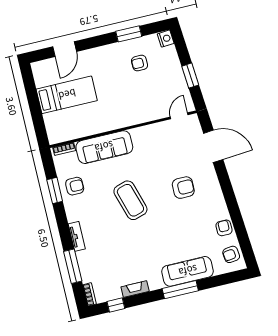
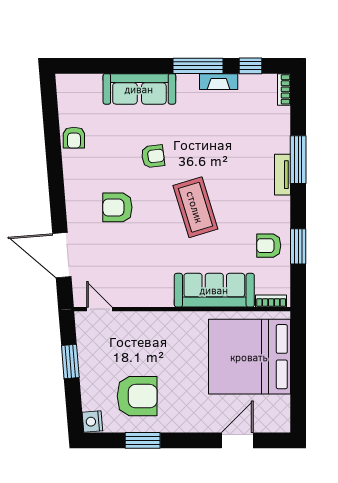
armchair: (139, 63) -> (137, 396), width x1.88, depth x1.88
bed: (67, 95) -> (249, 357), width x2.04
door: (179, 116) -> (99, 309), swing flipped
armchair: (231, 254) -> (153, 156), moved
window: (73, 266) -> (298, 160), moved
window: (180, 290) -> (198, 66), moved

